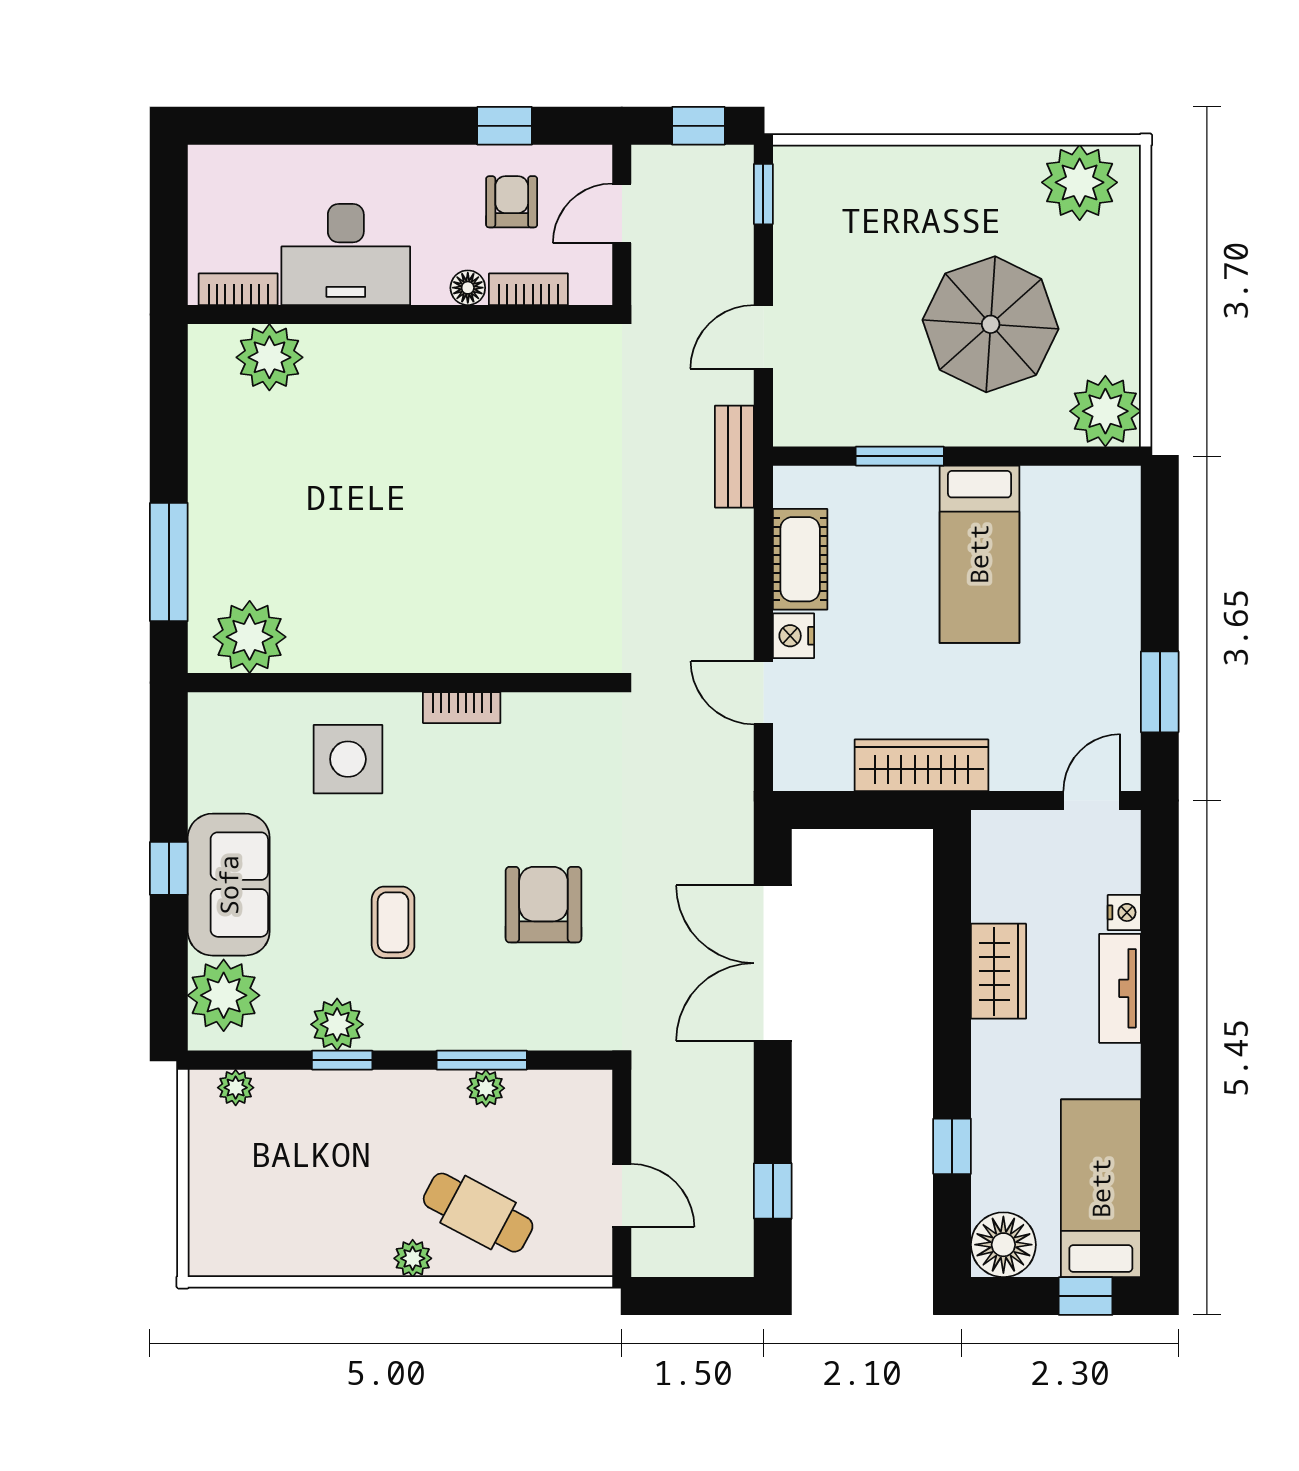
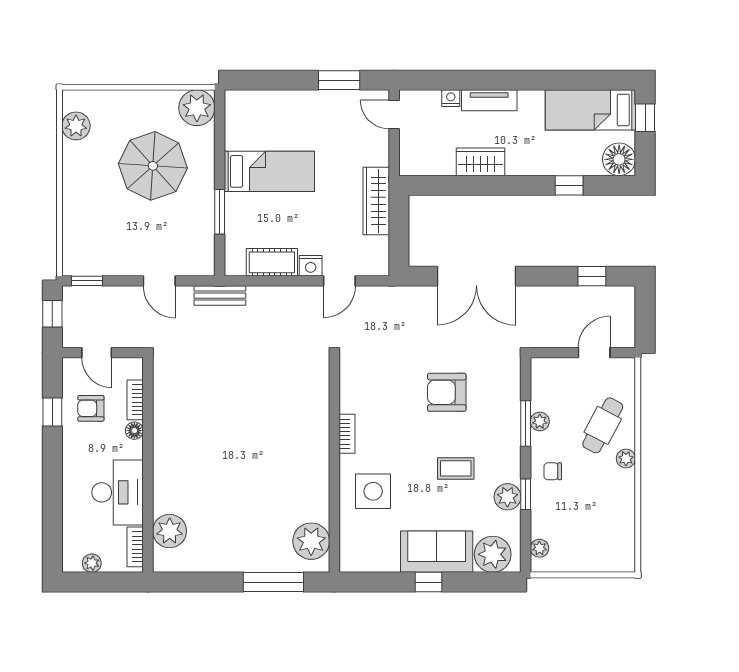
plant: (1080, 182) -> (76, 126), width x0.73, depth x0.73
plant: (206, 204) -> (92, 563), added
chair: (388, 1114) -> (553, 471), added

